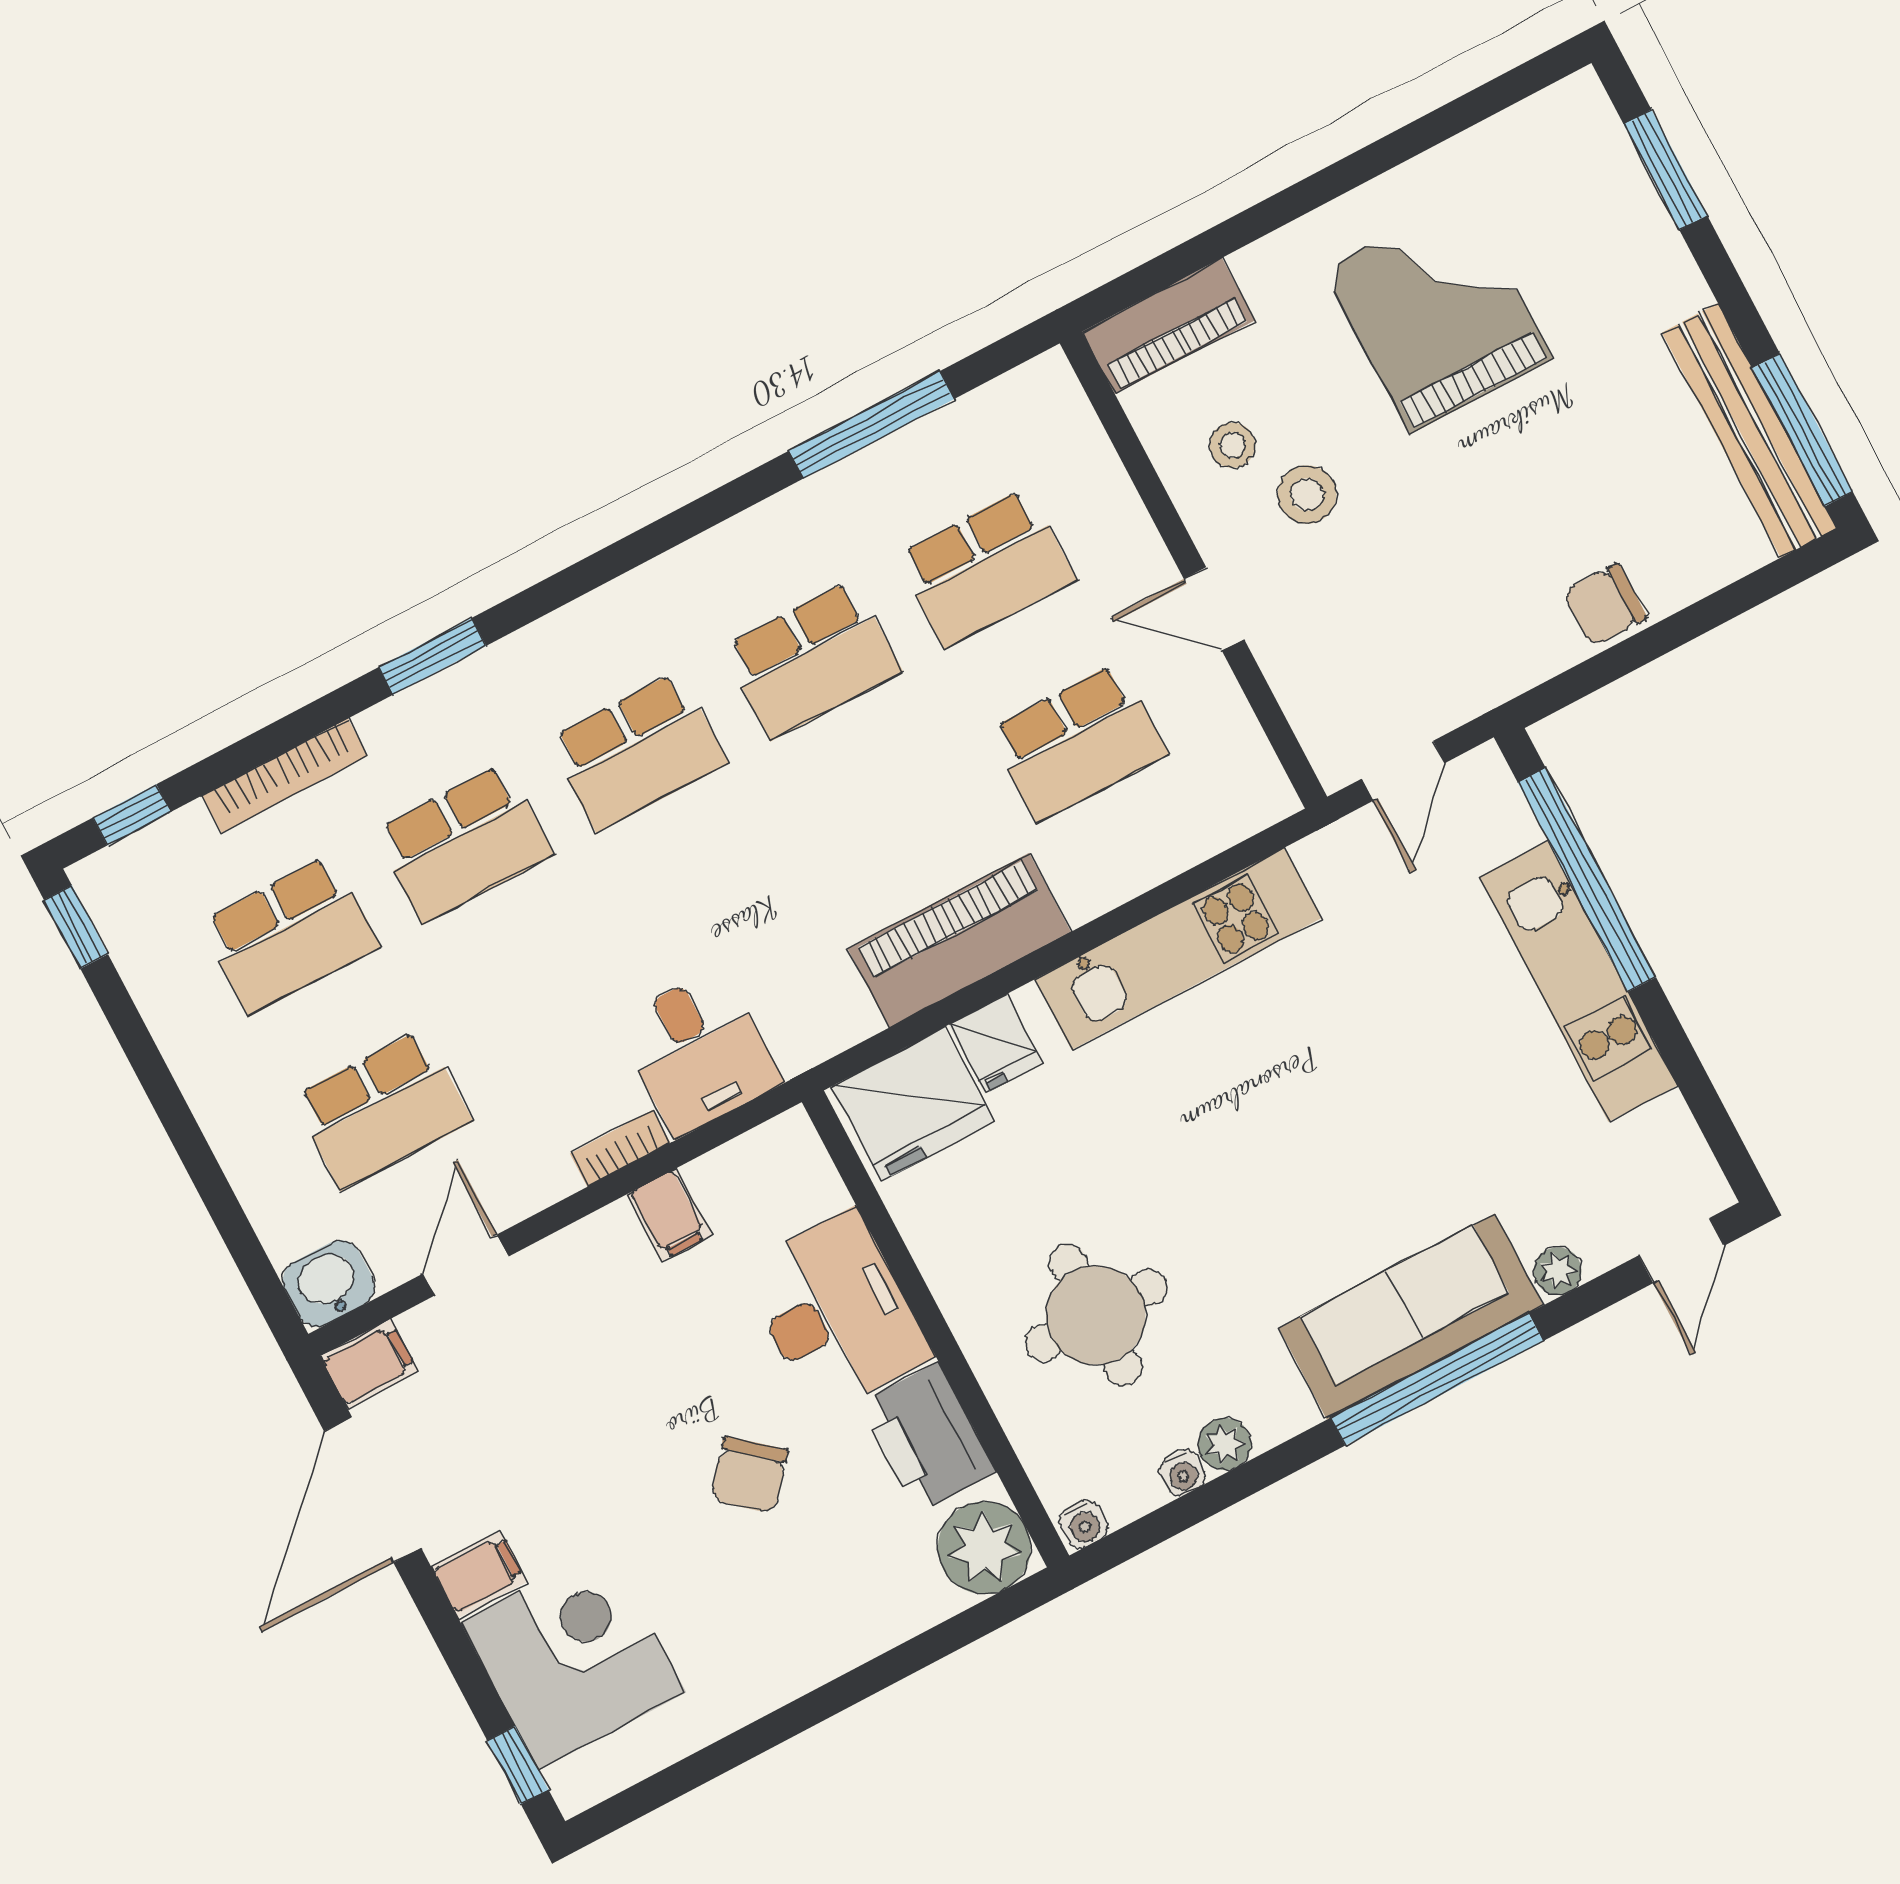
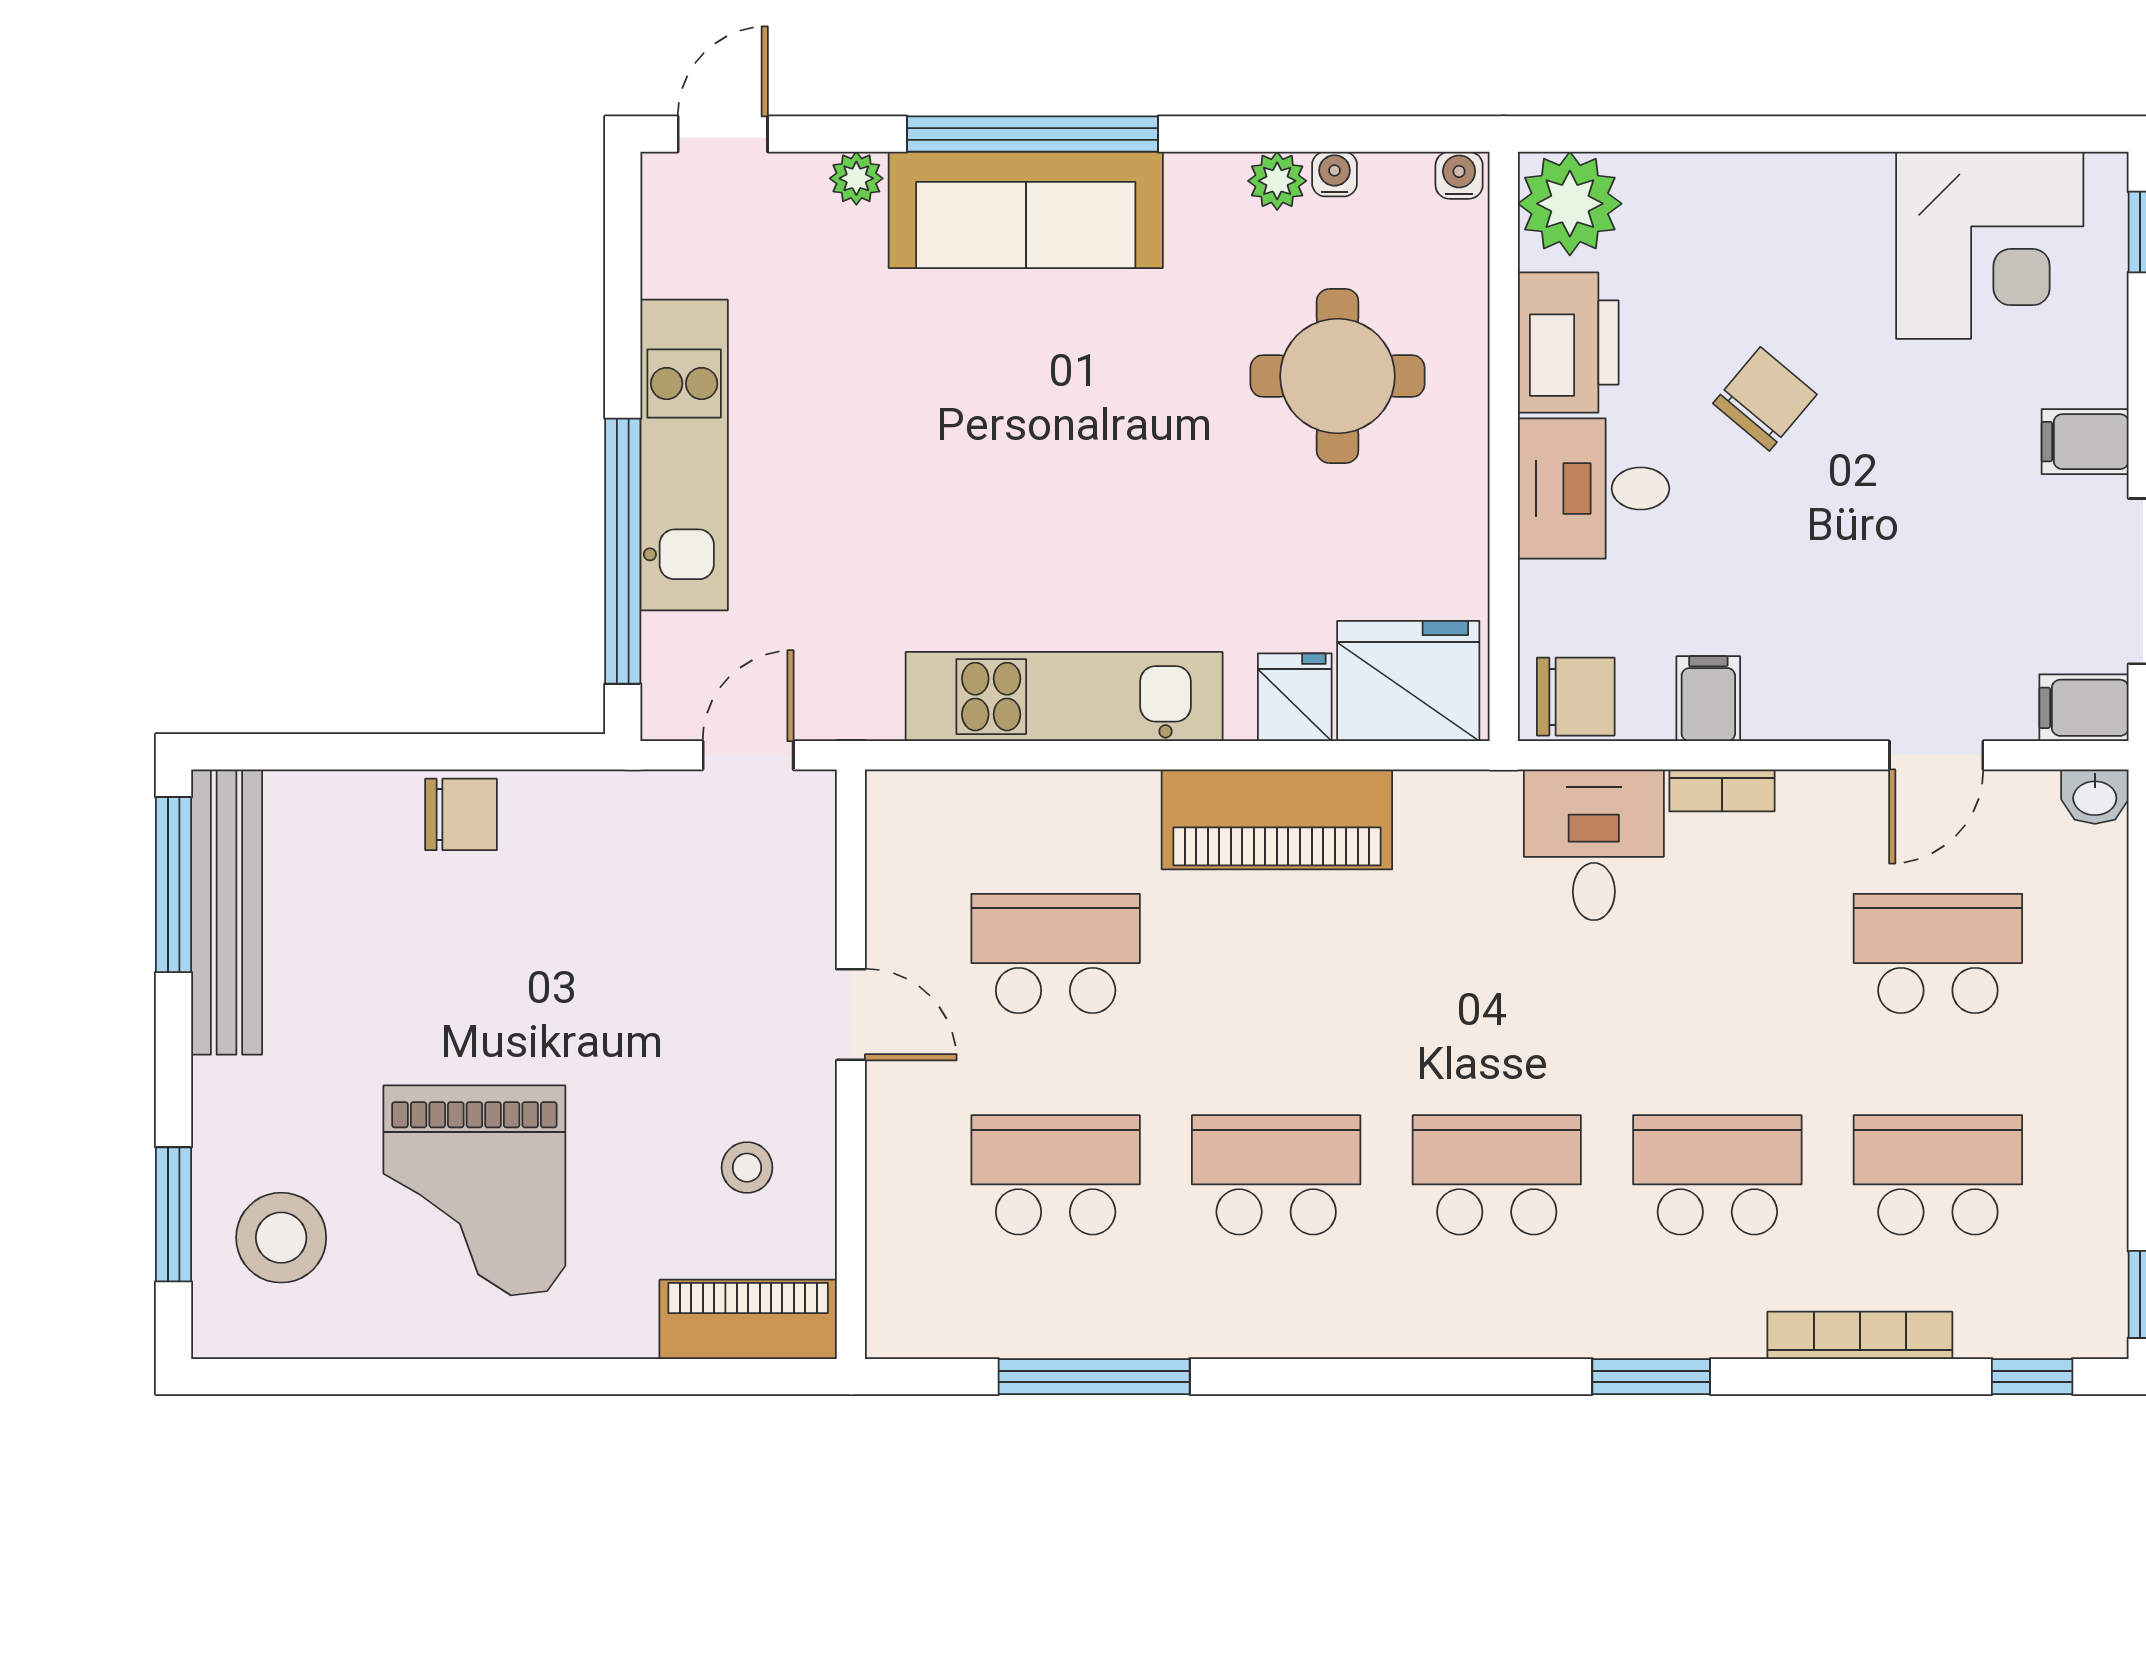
stool: (1307, 495) -> (281, 1238), moved, width x1.38, depth x1.38
chair: (775, 1161) -> (1576, 697), added
washbasin: (329, 1283) -> (2095, 797), width x0.72, depth x0.69
desk: (836, 1312) -> (1594, 489), width x0.73
corner desk: (573, 1658) -> (1990, 245), moved, turned -90

